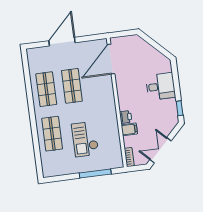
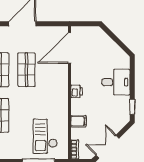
printer: (126, 117) -> (77, 91), moved
checkout: (85, 139) -> (45, 136), moved

